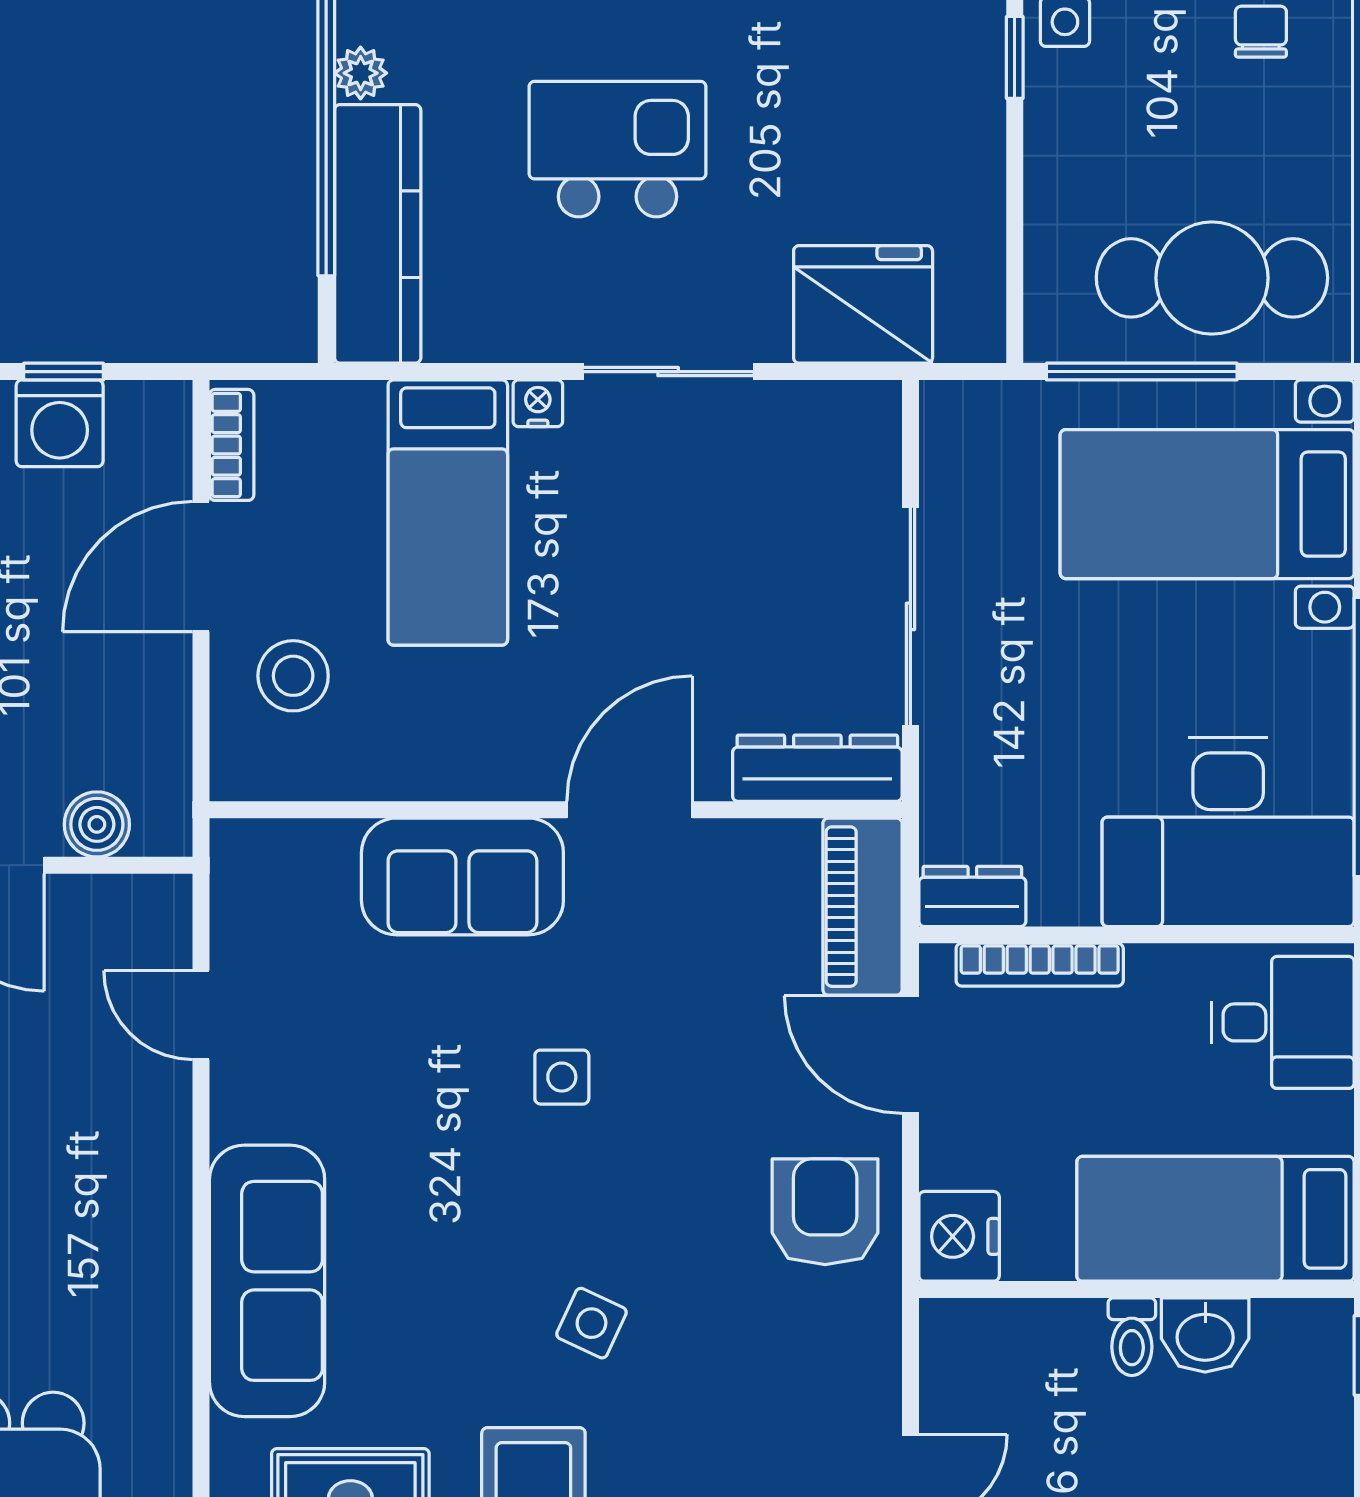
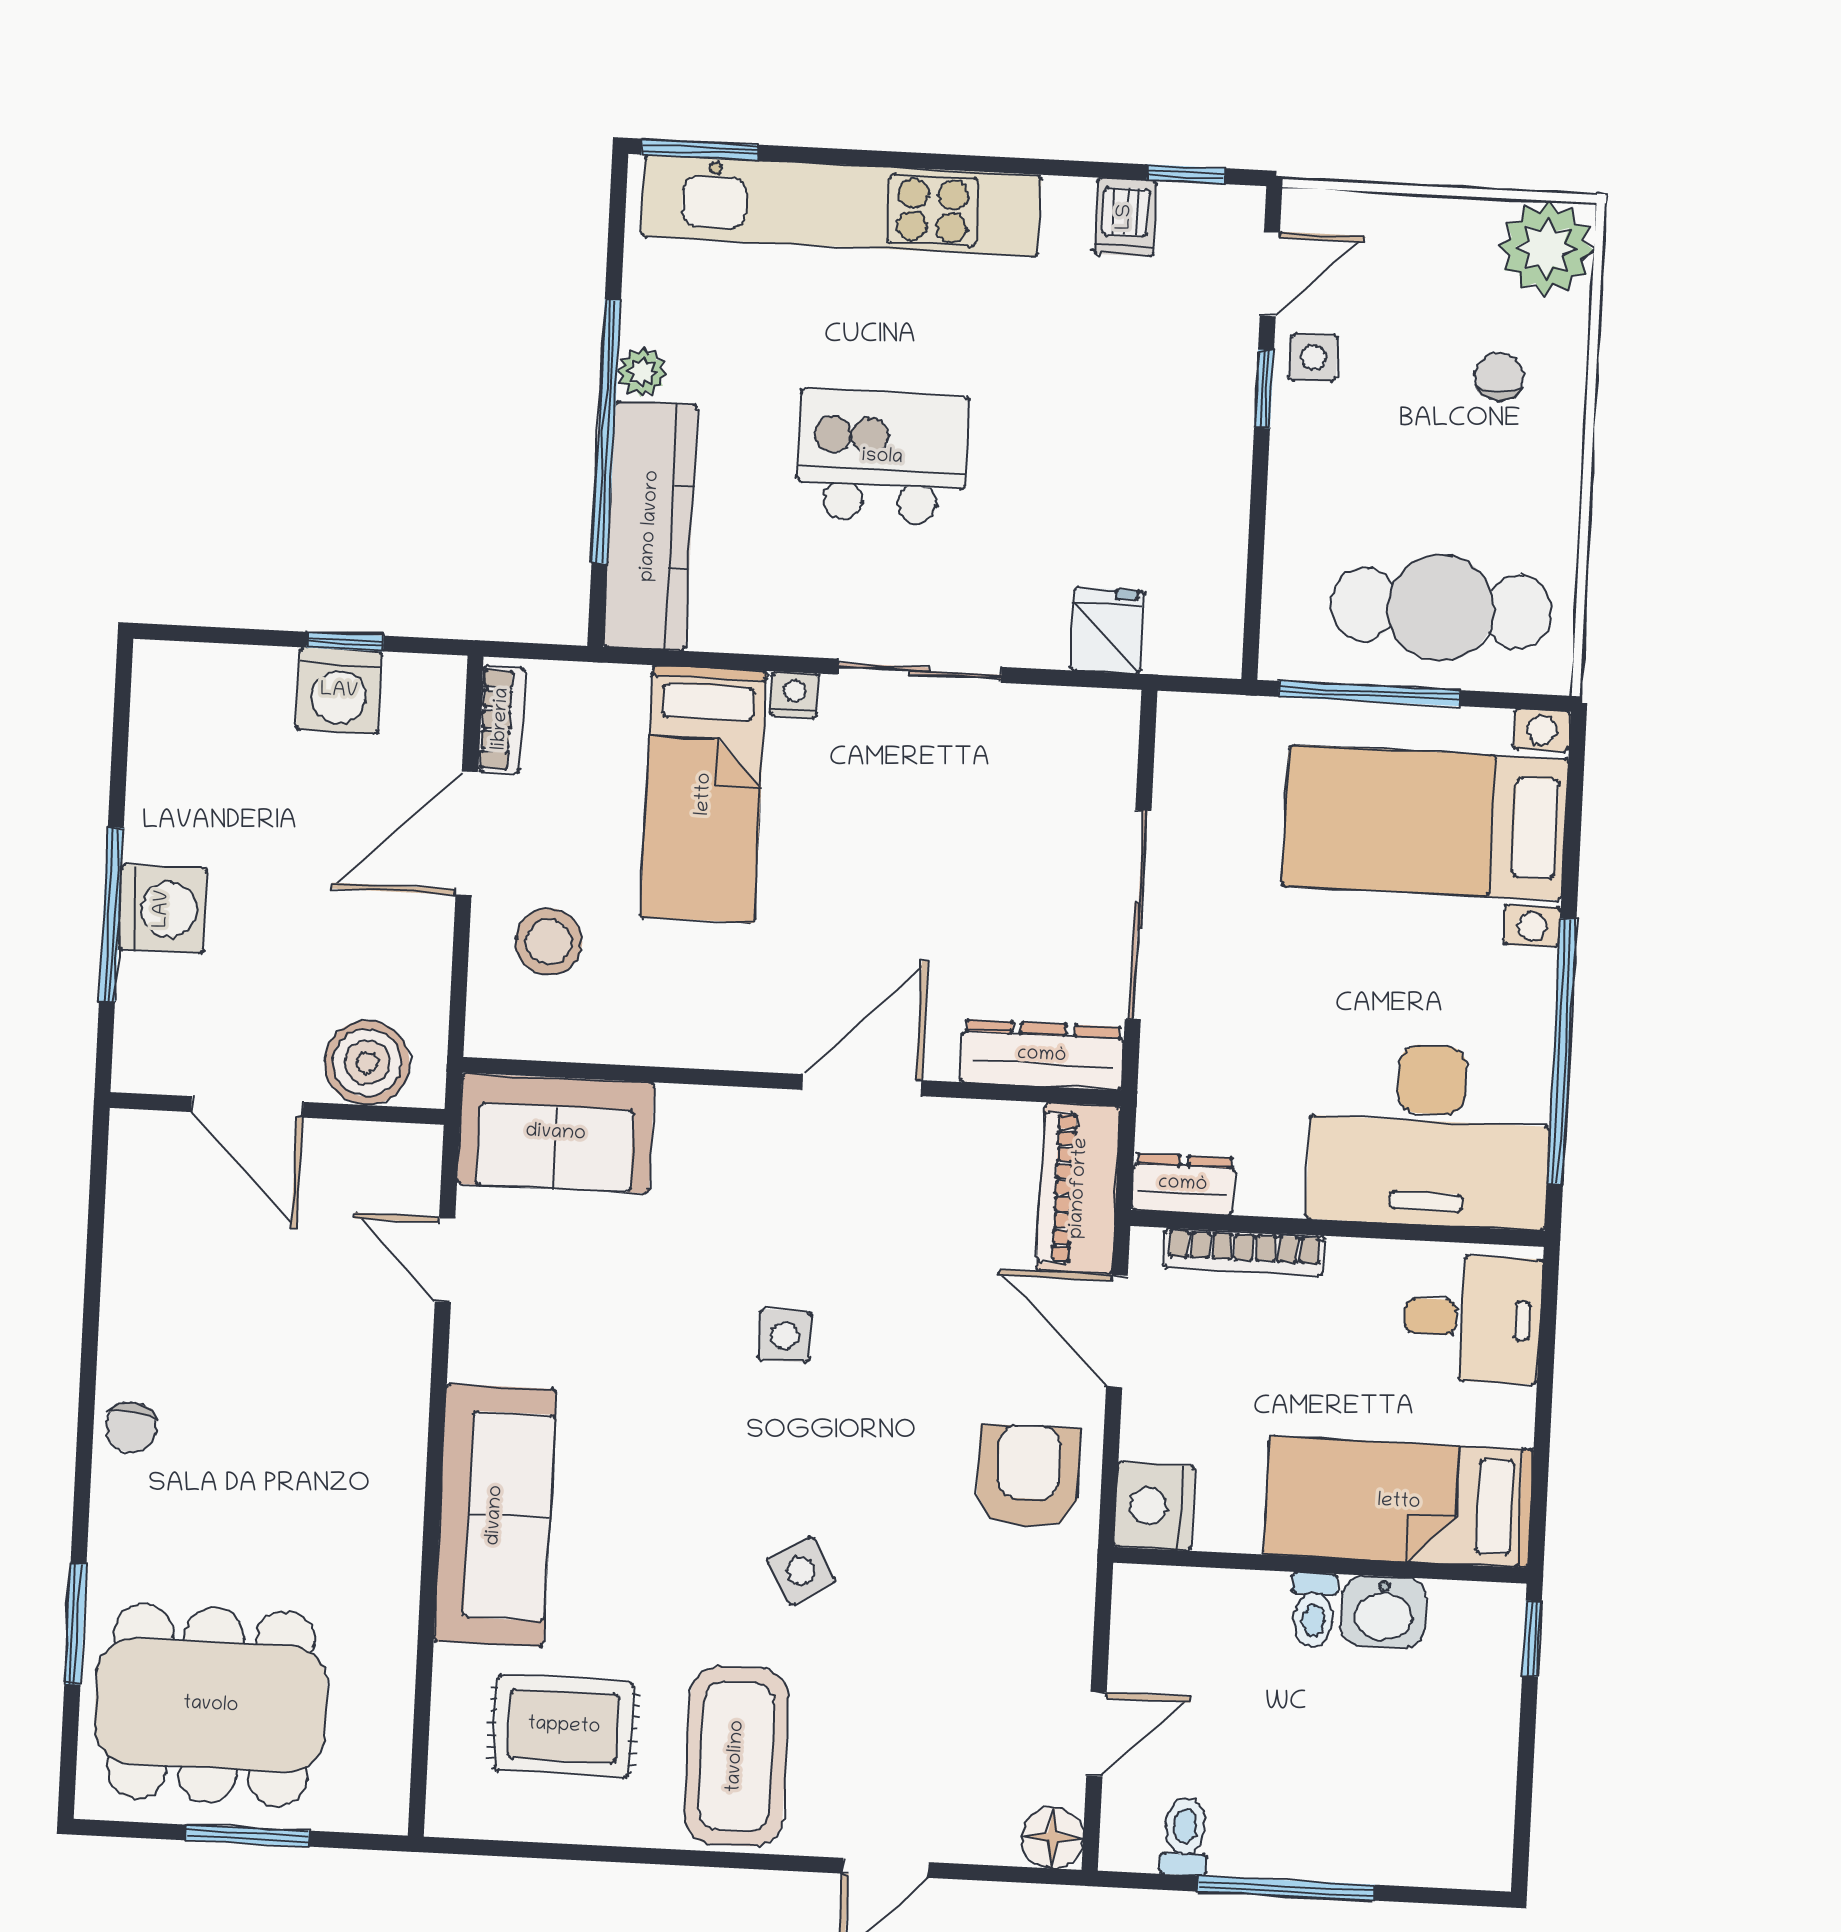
fridge: (863, 304) -> (1107, 630), width x0.53, depth x0.75
boiler: (97, 824) -> (367, 1063), width x1.36, depth x1.36
sofa: (462, 876) -> (556, 1133), moved
side table: (591, 1323) -> (801, 1571), turned 34

